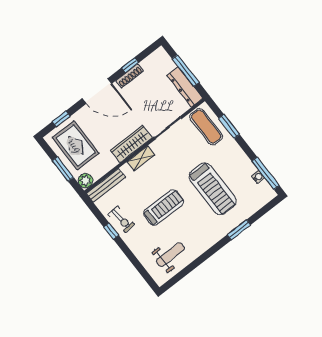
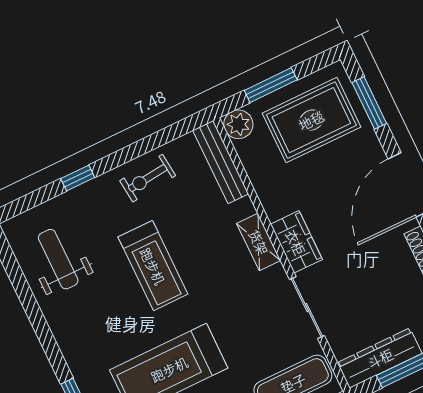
window: (61, 119) -> (369, 103), width x1.50
wardrobe: (131, 144) -> (296, 242), width x0.67
window: (111, 231) -> (78, 178), moved
weight bench: (170, 255) -> (58, 259), turned 180

